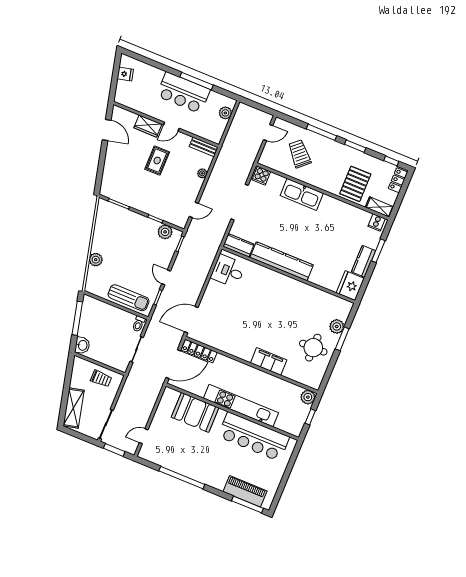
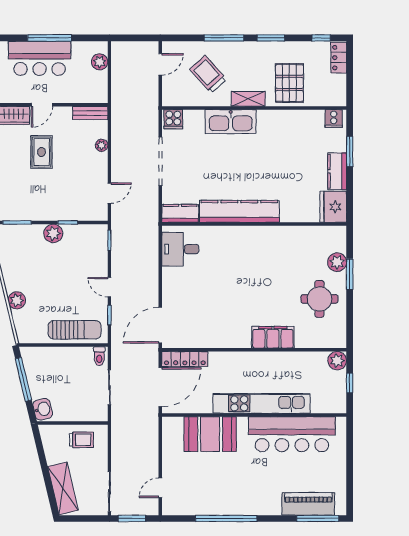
shelving: (379, 207) -> (248, 99), moved
plant: (165, 232) -> (53, 233), moved

